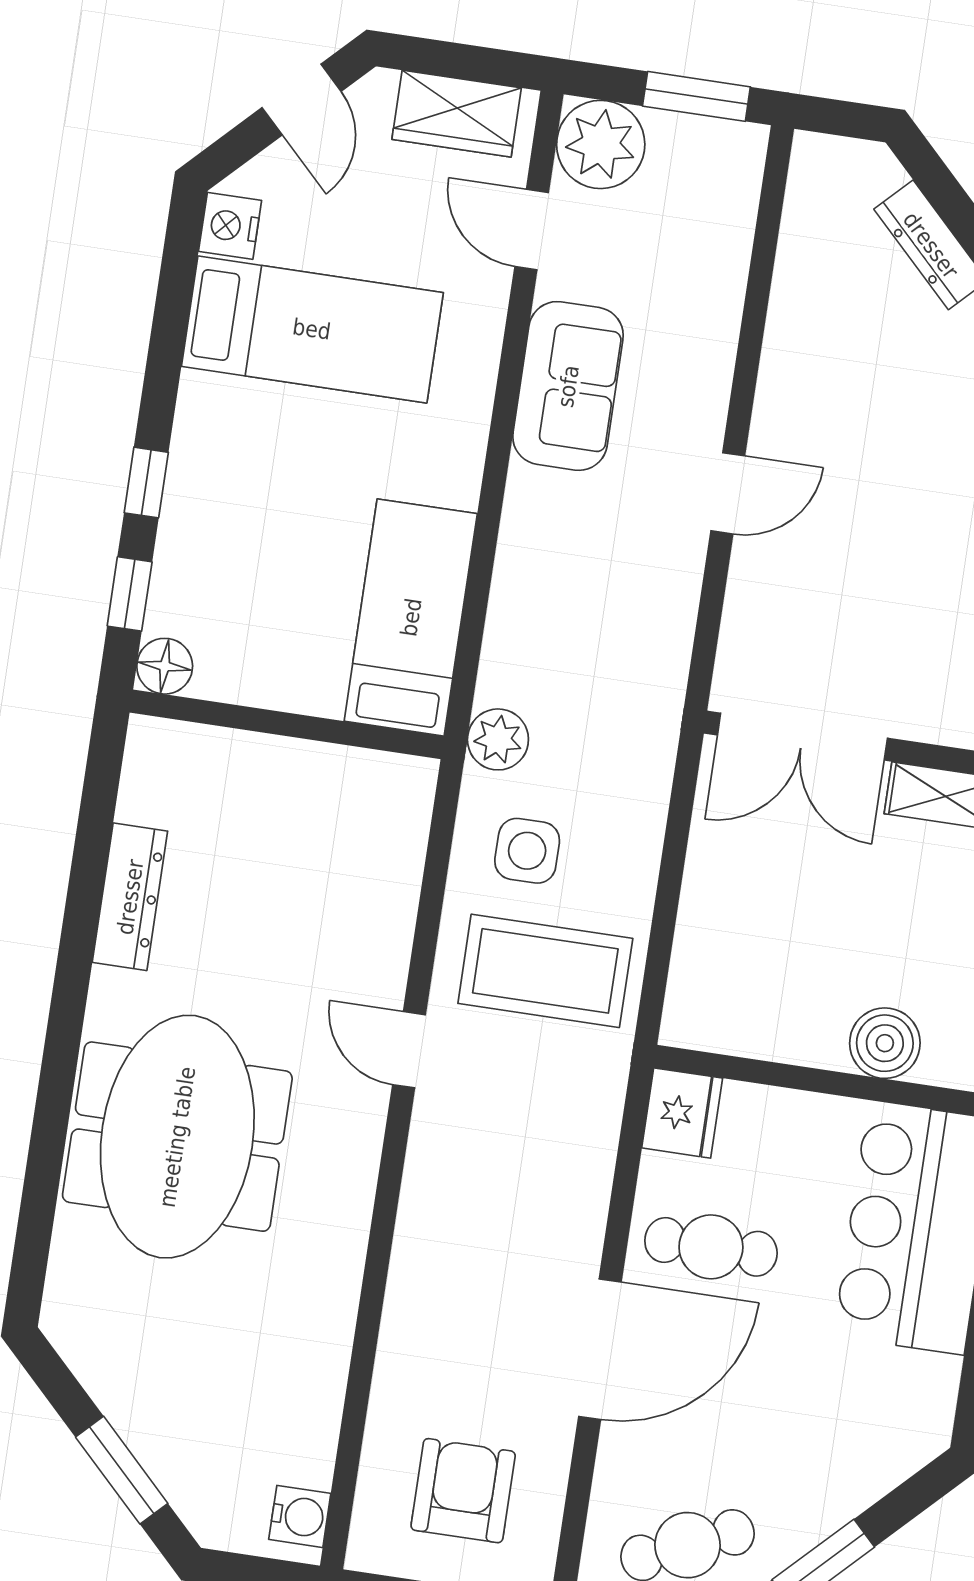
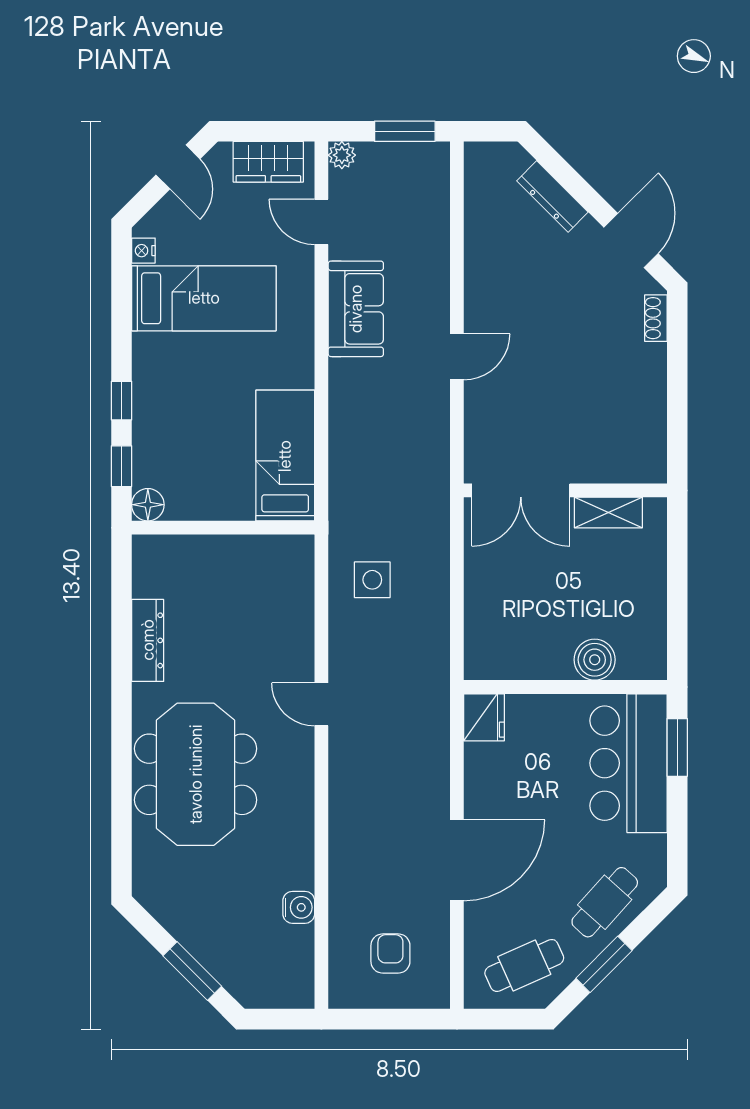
plant: (601, 144) -> (342, 155), width x0.53, depth x0.53
nightstand: (230, 226) -> (143, 251), width x0.72, depth x0.74
plant: (498, 739) -> (346, 518), removed
coffee table: (545, 971) -> (393, 647), removed
cafe table: (711, 1247) -> (605, 902), moved, turned -48
armchair: (463, 1491) -> (390, 953), width x0.72, depth x0.72
water cooler: (300, 1516) -> (299, 907), moved

